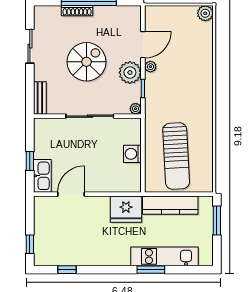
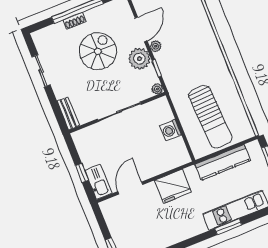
shoe rack: (77, 11) -> (74, 21), width x0.70
spiral stairs: (86, 62) -> (98, 51), moved
fridge: (126, 209) -> (173, 186), moved

